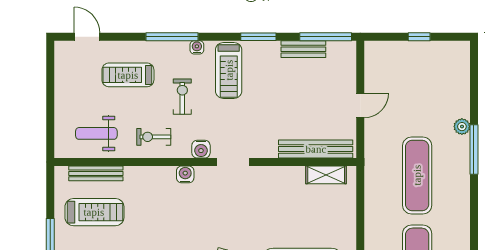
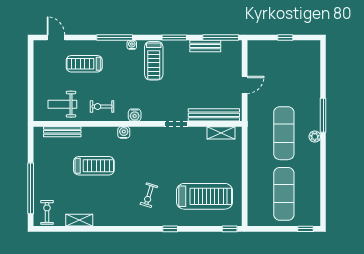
exercise bike: (182, 97) -> (122, 79), removed
plant: (462, 127) -> (315, 137), moved
doorway: (233, 162) -> (176, 124), moved
treadmill: (94, 212) -> (94, 166), moved

